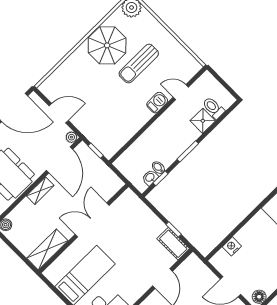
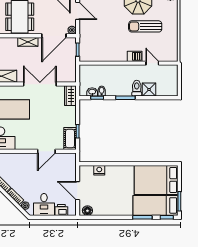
toilet: (213, 108) -> (137, 88), moved
wardrobe: (132, 202) -> (70, 96), added

